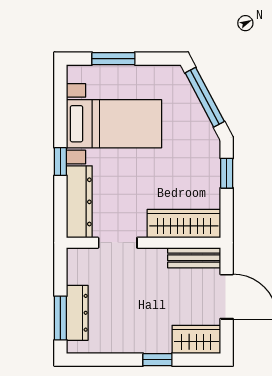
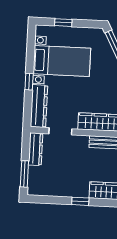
window: (113, 59) -> (63, 23), width x0.67
dresser: (77, 313) -> (36, 149), moved

